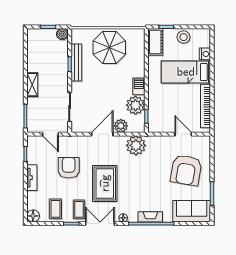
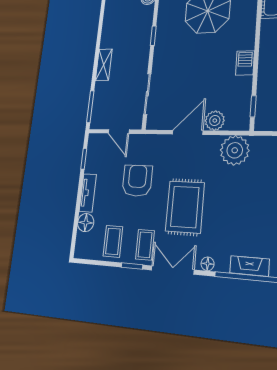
bench: (76, 62) -> (162, 33), removed
plant: (135, 105) -> (238, 90), removed
floor lamp: (33, 216) -> (86, 223), moved

